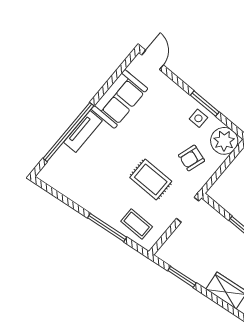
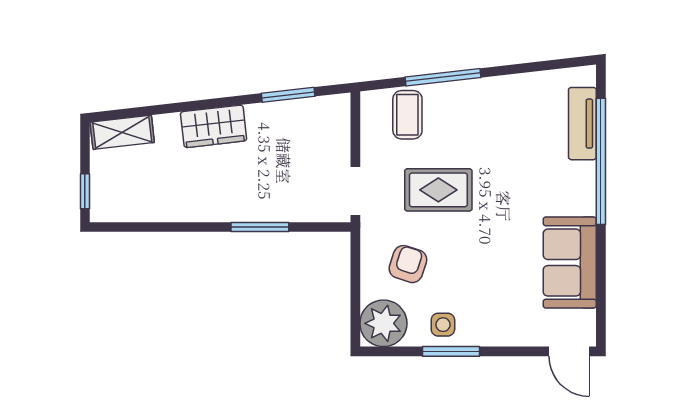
tv unit: (83, 132) -> (582, 124), moved
coffee table: (137, 224) -> (407, 115), turned 90

